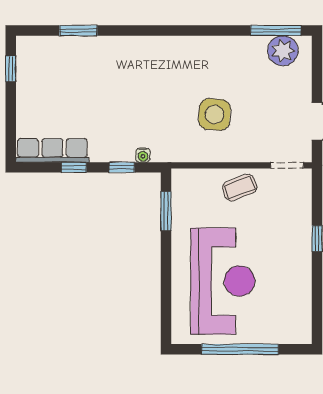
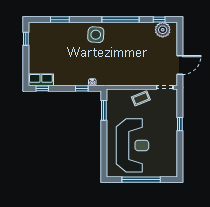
window: (199, 31) -> (120, 20), added
window: (276, 31) -> (159, 20), width x0.46
side table: (214, 114) -> (96, 35), moved
row of seats: (52, 150) -> (41, 80), width x0.68
window: (74, 167) -> (42, 88), moved

